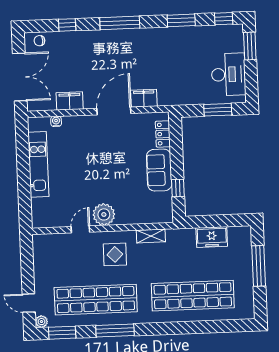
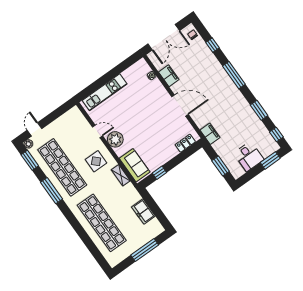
desk: (228, 74) -> (249, 156), width x0.73
filing cabinet: (144, 98) -> (210, 134), moved
kitchen unit: (38, 164) -> (105, 92), moved
sofa: (159, 170) -> (135, 165), moved, turned 90

